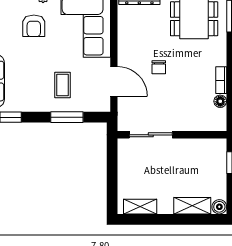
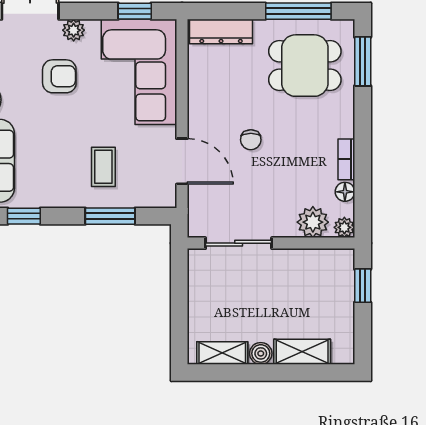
armchair: (34, 26) -> (59, 76), turned -90
plant: (199, 121) -> (313, 222), added
plant: (220, 125) -> (344, 227), added
boiler: (219, 207) -> (261, 353), moved

